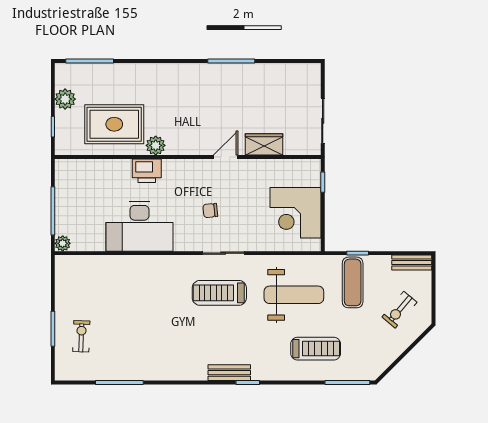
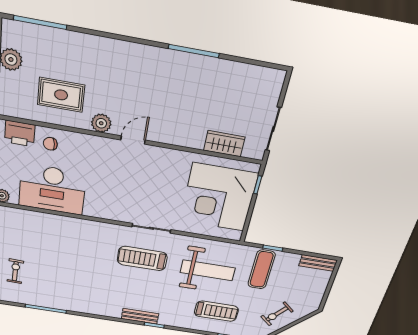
rug: (114, 124) -> (61, 95), width x0.73, depth x0.70
wardrobe: (264, 144) -> (224, 144), moved
door: (226, 157) -> (133, 140), moved
printer: (147, 171) -> (20, 133), moved
chair: (210, 211) -> (50, 144), moved
corner desk: (295, 213) -> (219, 197), width x1.36, depth x1.36
desk: (139, 226) -> (52, 189), moved
exercise bike: (399, 310) -> (277, 314), moved

